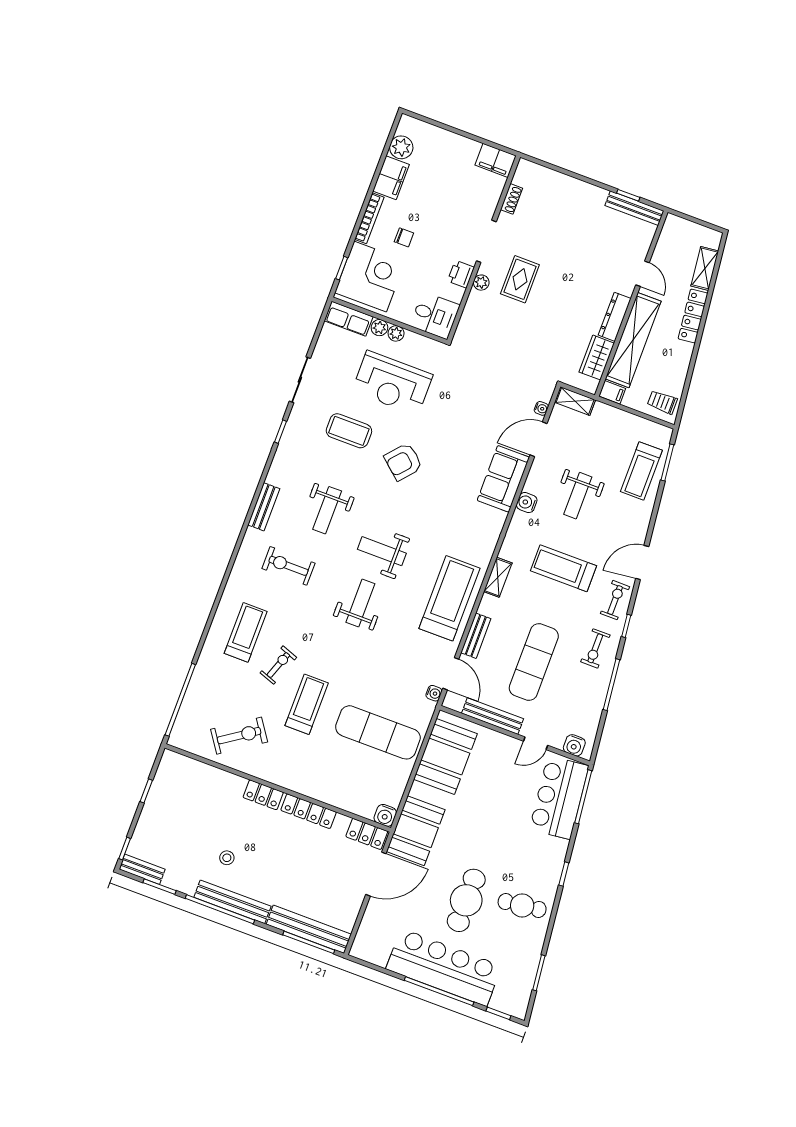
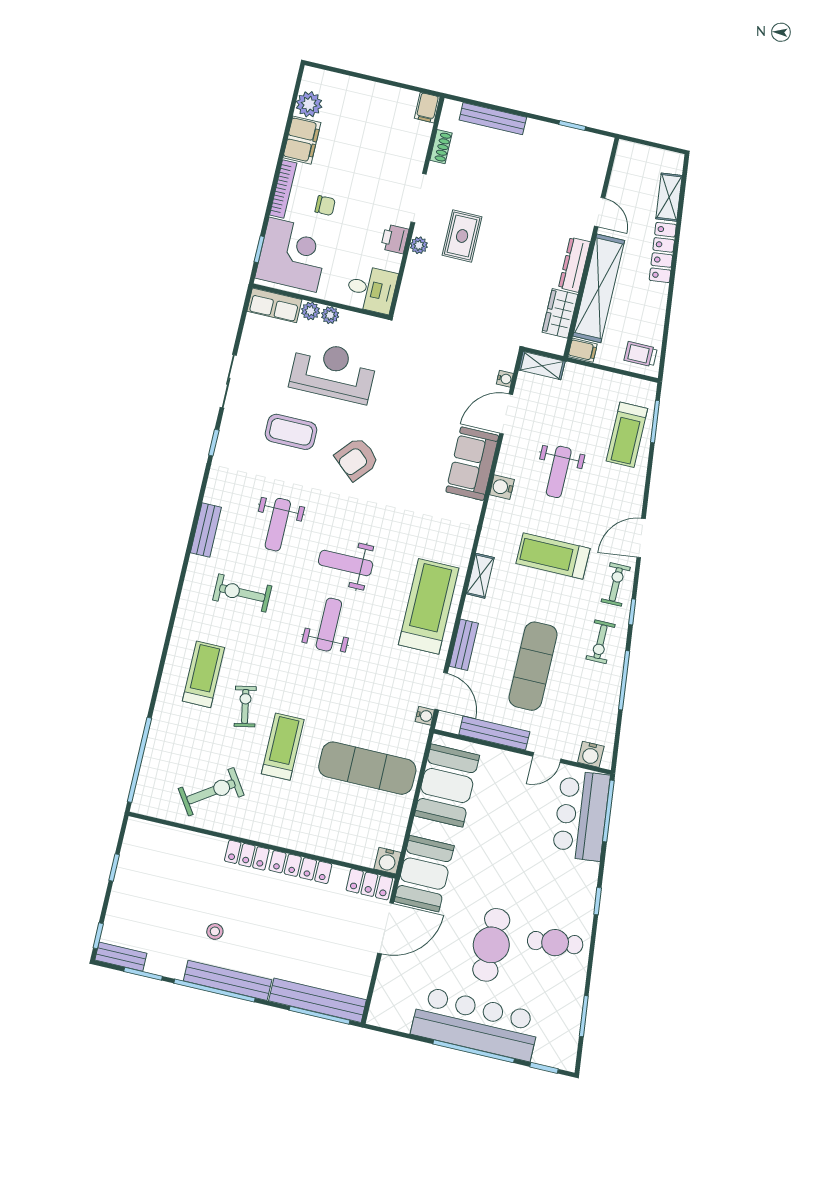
filing cabinet: (496, 160) -> (427, 108), width x0.50
bench: (634, 208) -> (493, 119), moved
reception desk: (392, 383) -> (333, 372), turned 180
exercise bike: (278, 665) -> (245, 706), turned -31

